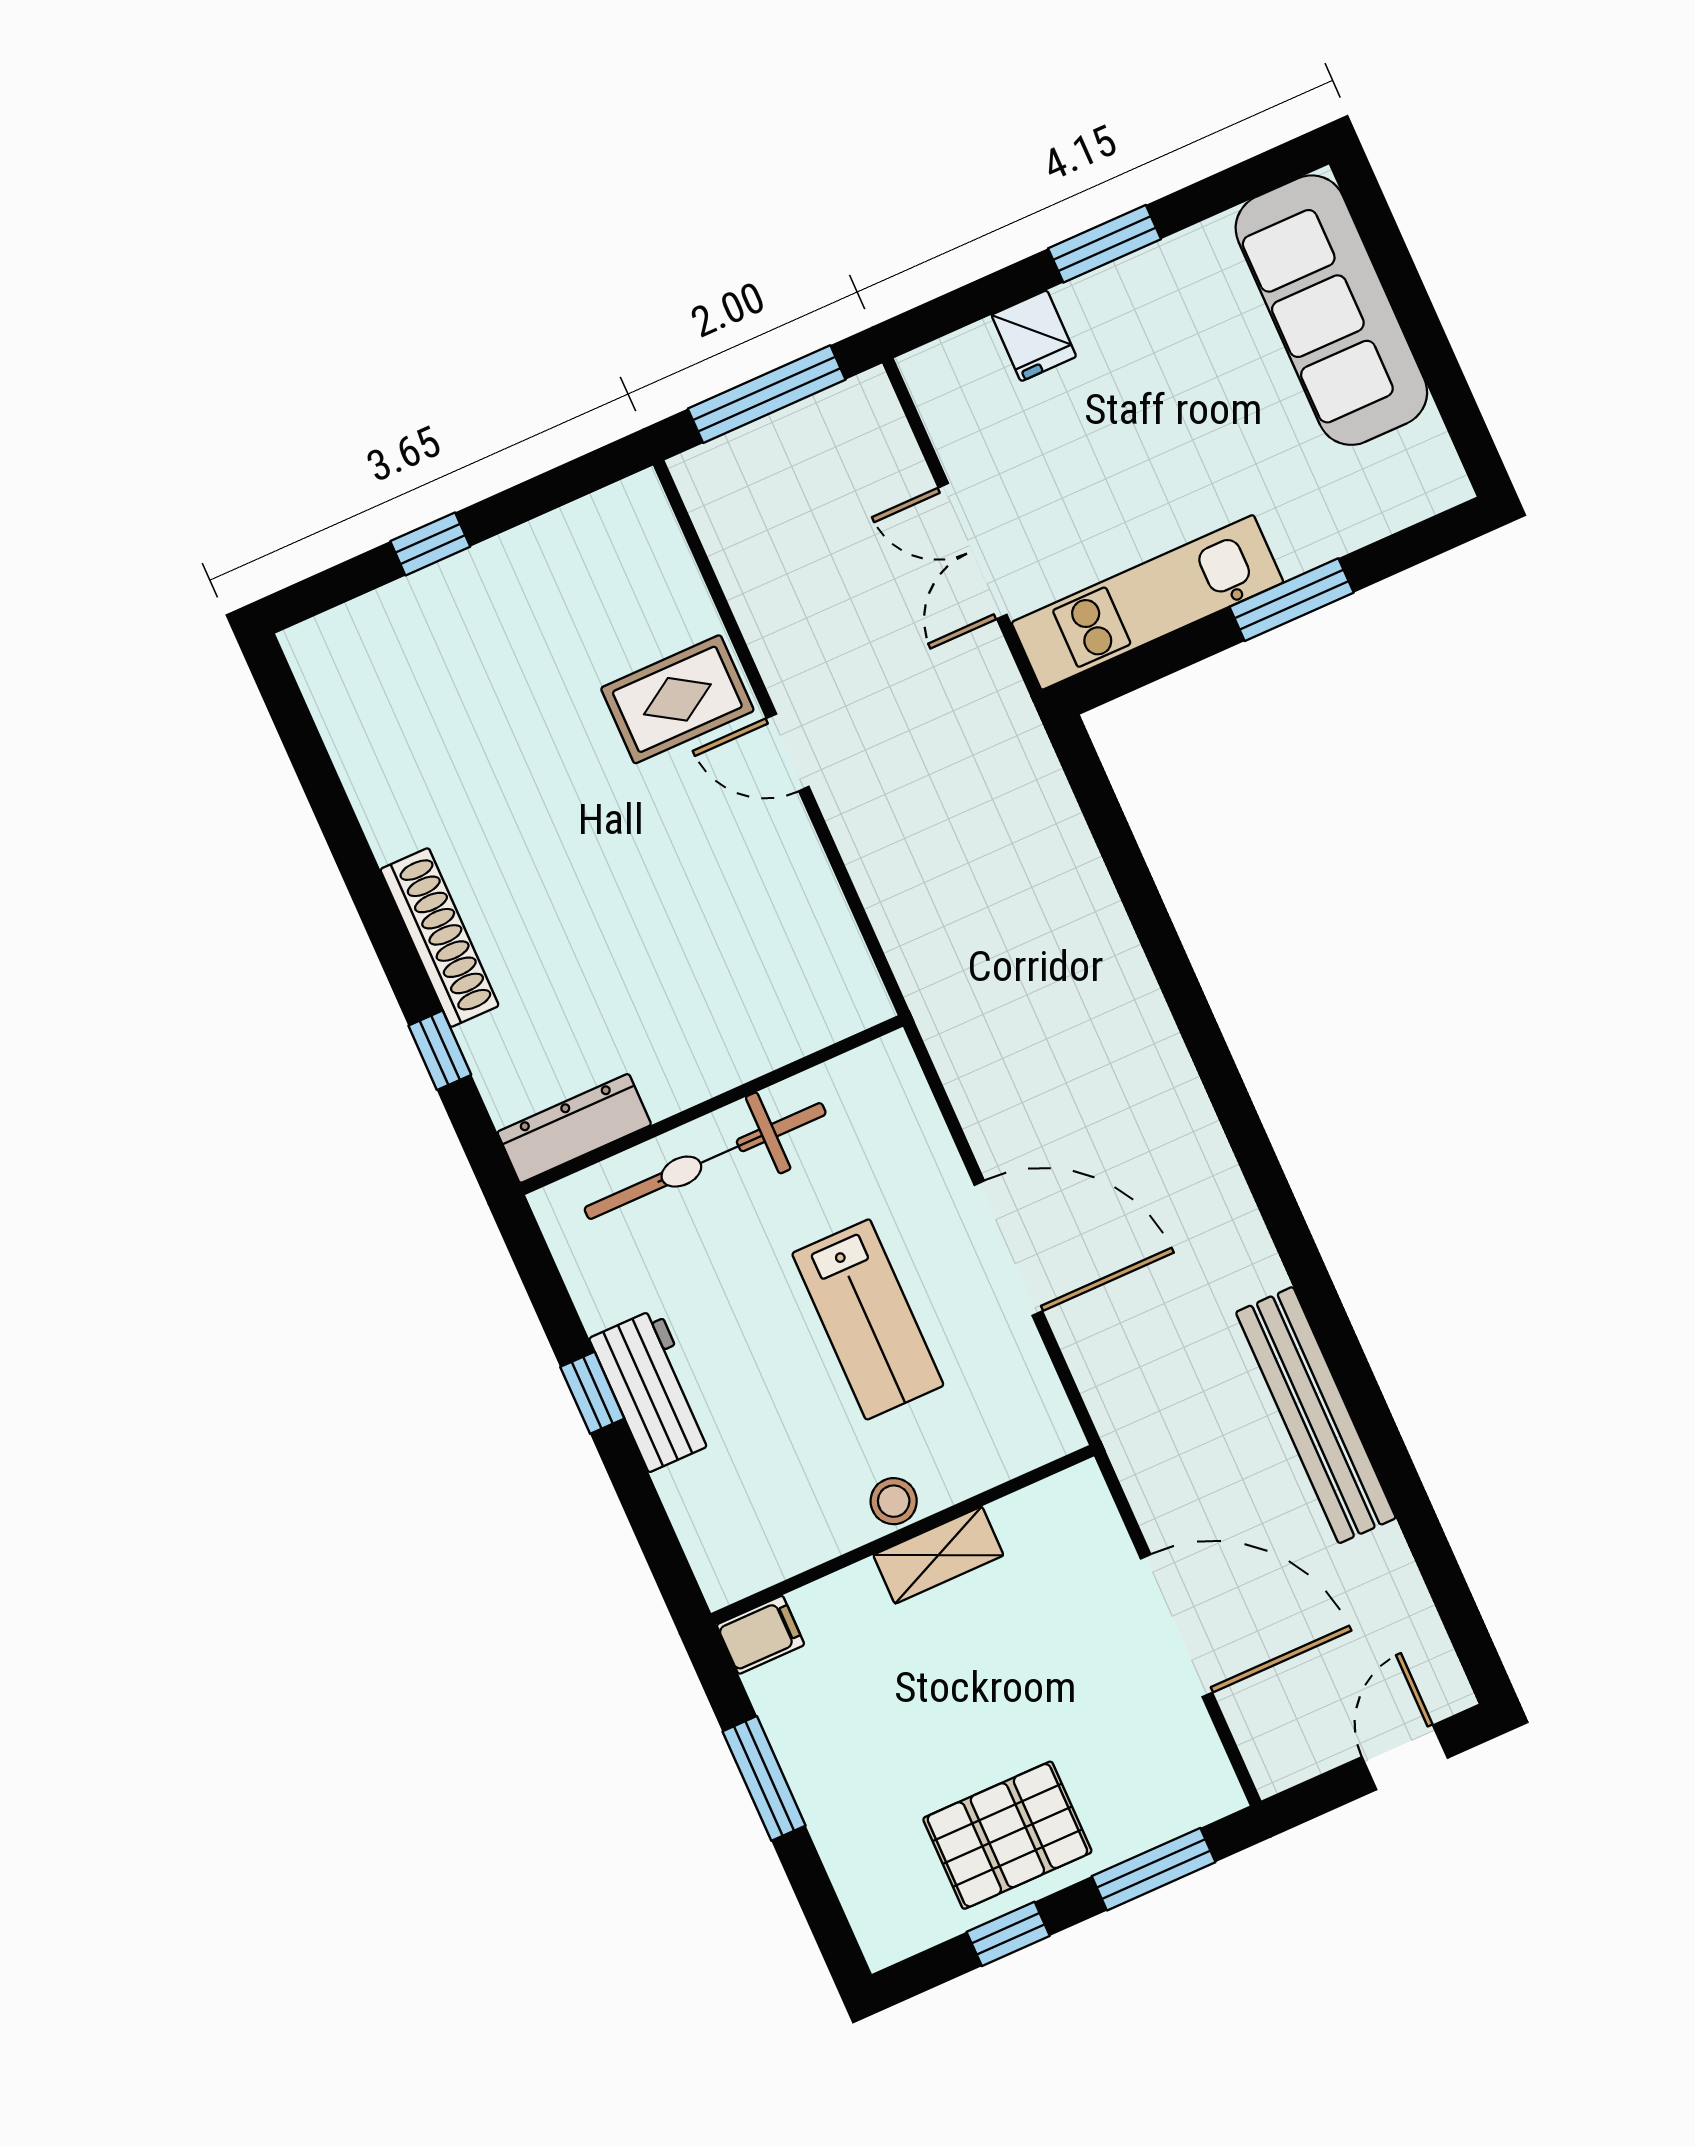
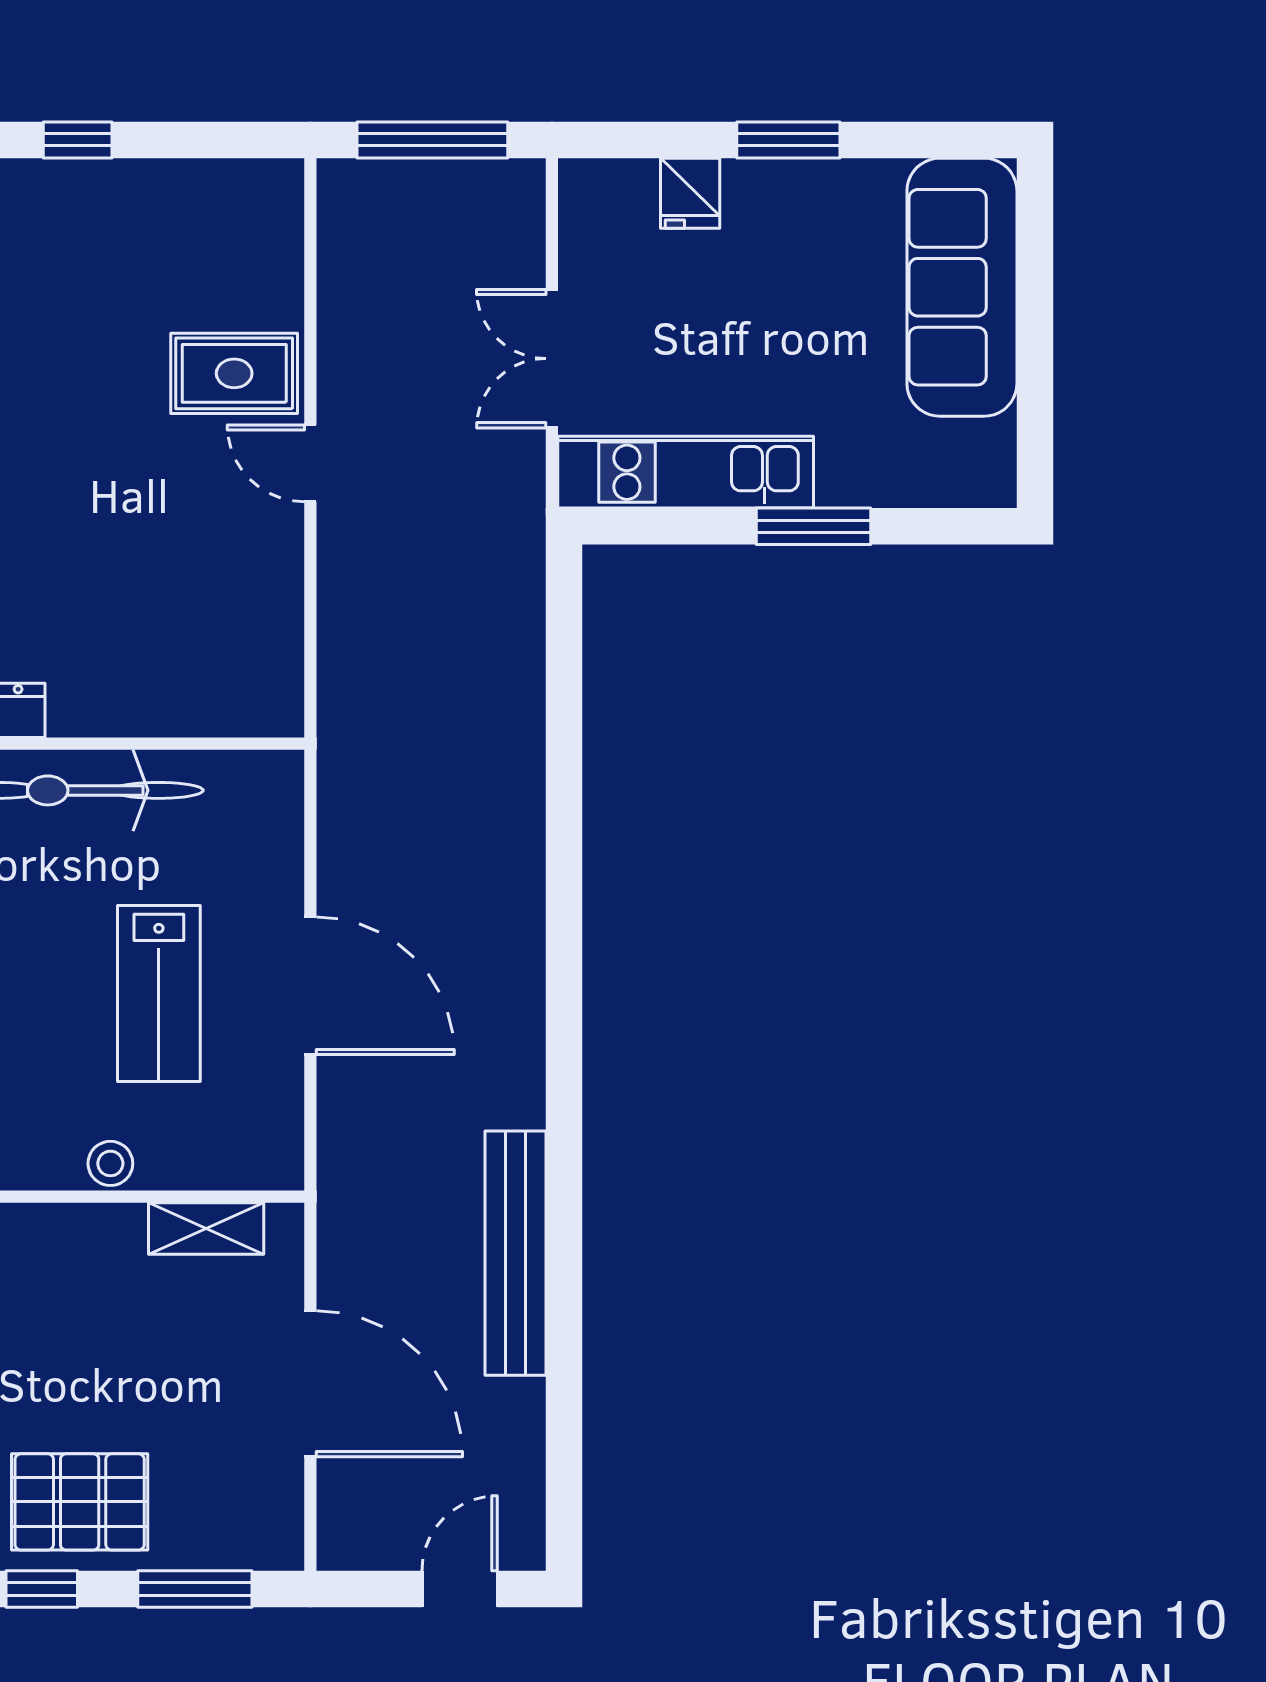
shelving: (938, 1555) -> (206, 1229), moved

